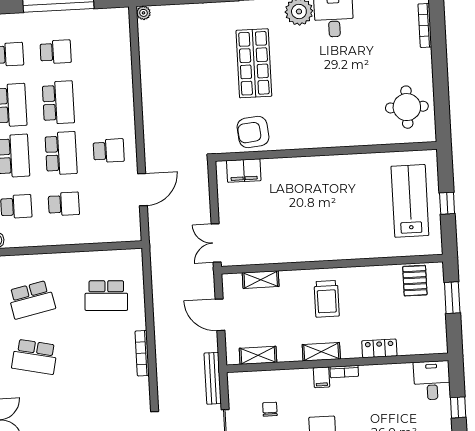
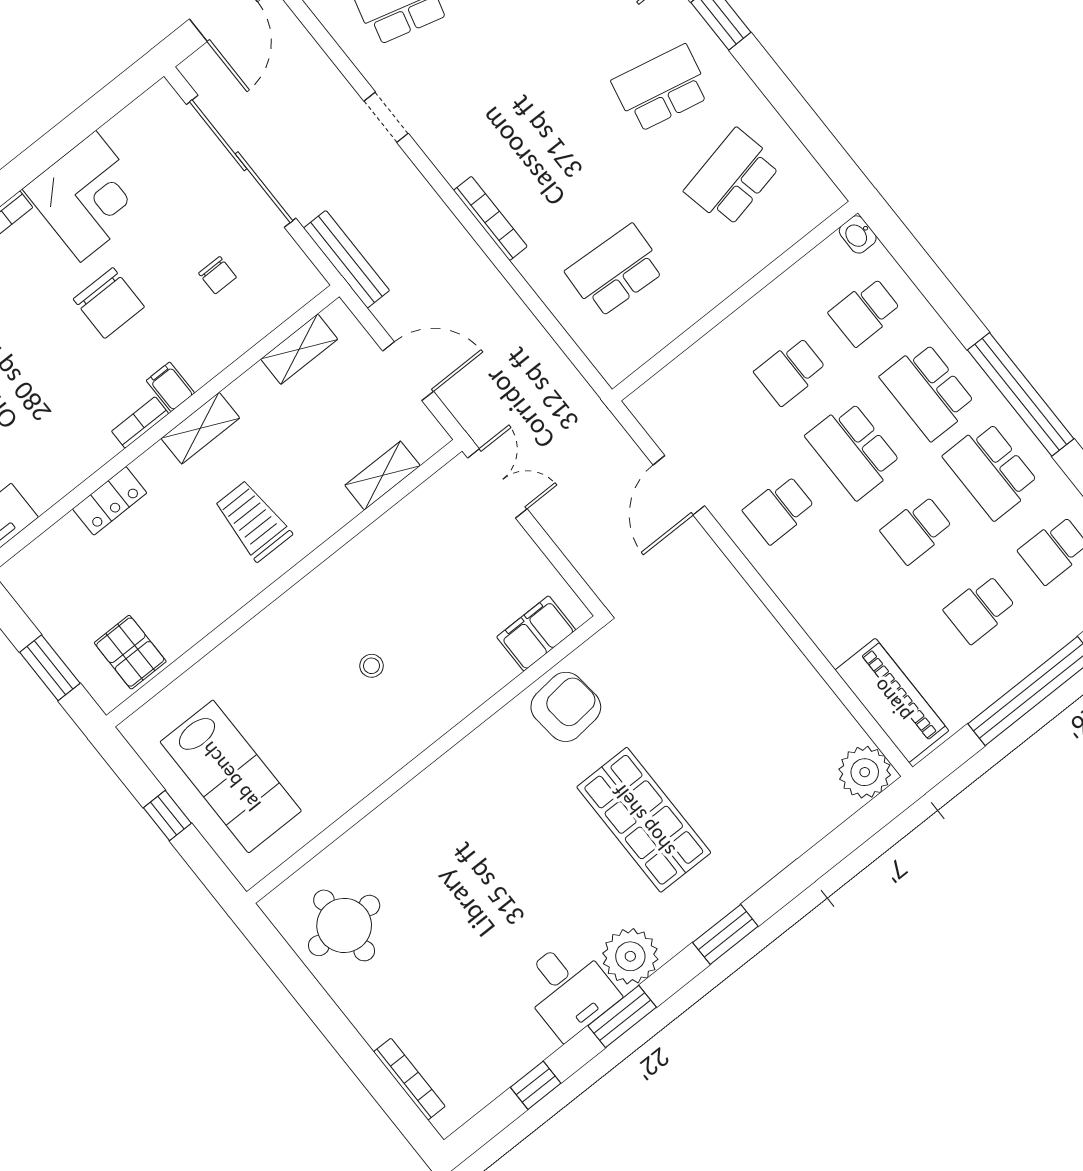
plant: (143, 13) -> (865, 772), width x1.87, depth x1.87
piano: (118, 40) -> (892, 700), added
school desk: (58, 103) -> (917, 530), width x0.54
stool: (320, 205) -> (372, 666), added

